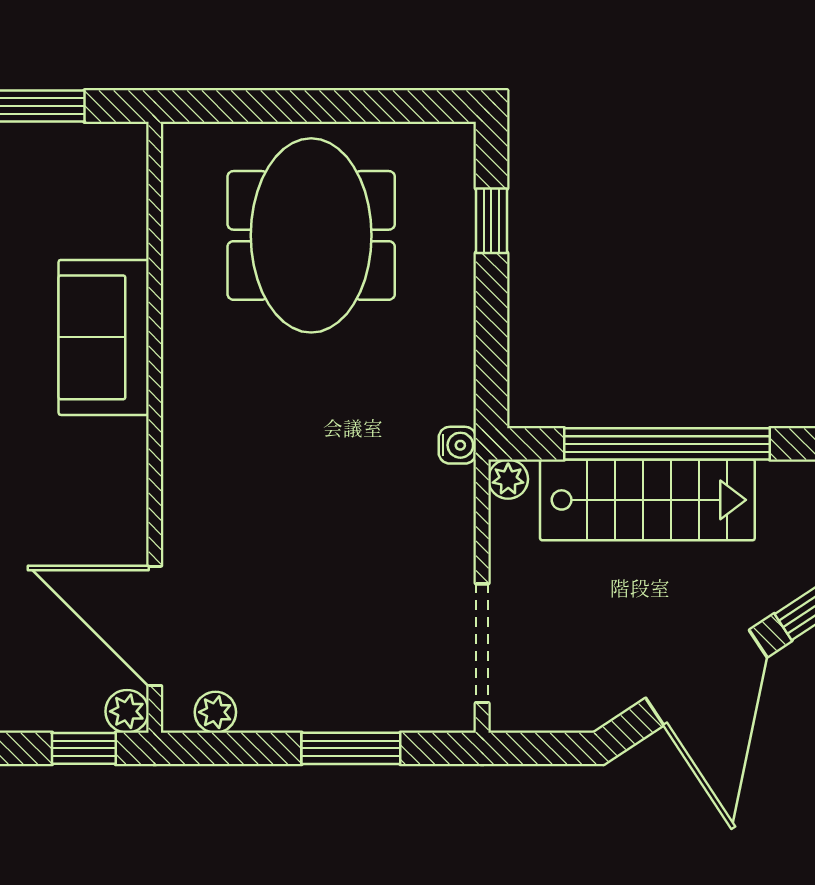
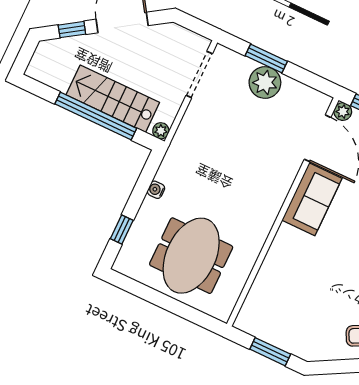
sofa: (104, 337) -> (312, 199), moved
water cooler: (457, 445) -> (156, 190), moved
plant: (215, 712) -> (265, 83), moved, width x1.88, depth x1.88

